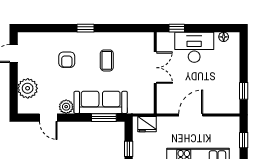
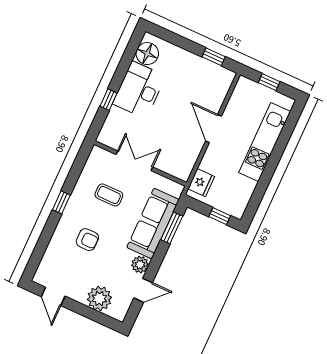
floor lamp: (224, 37) -> (147, 54), width x1.89, depth x1.89
double door: (155, 68) -> (134, 161), moved
wall: (155, 73) -> (140, 163), moved

